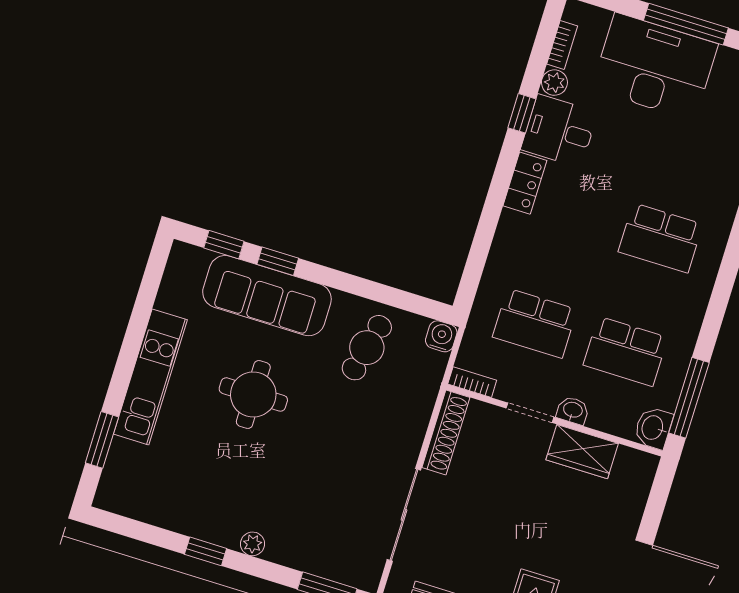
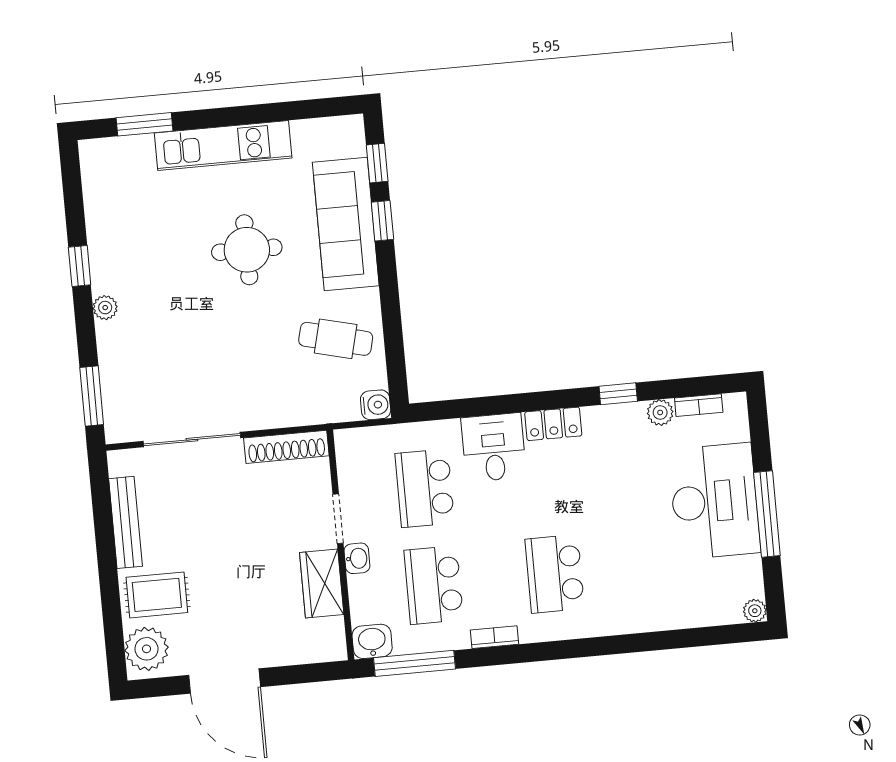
desk: (559, 131) -> (494, 447), moved
bookcase: (472, 382) -> (494, 637), moved, turned -90

